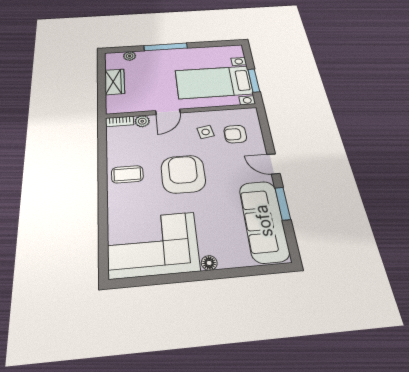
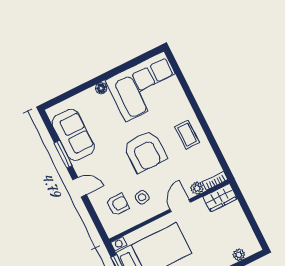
wardrobe: (115, 82) -> (220, 198), moved, turned -90
coffee table: (127, 174) -> (187, 135), turned 90
sofa: (264, 221) -> (73, 135), width x0.73

